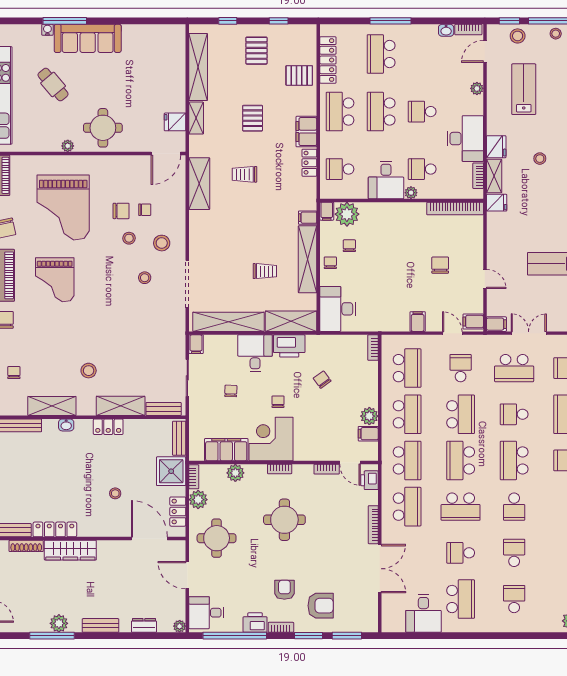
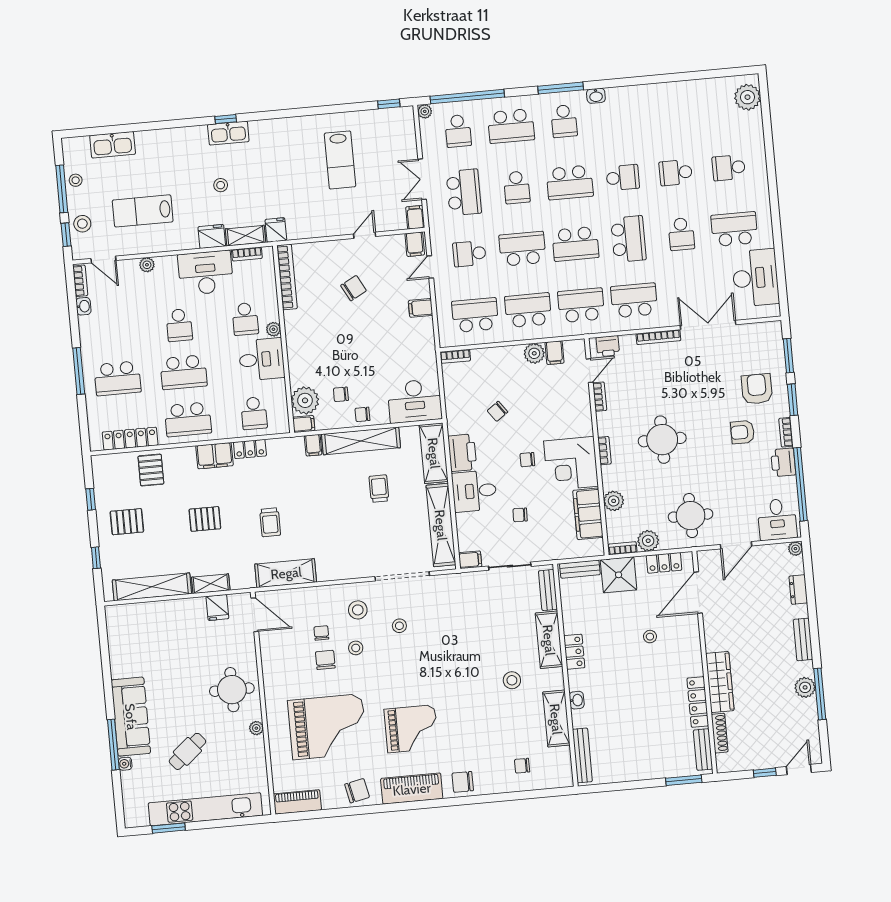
chair: (440, 265) -> (354, 288), turned 152
desk: (423, 613) -> (755, 278), width x1.37

